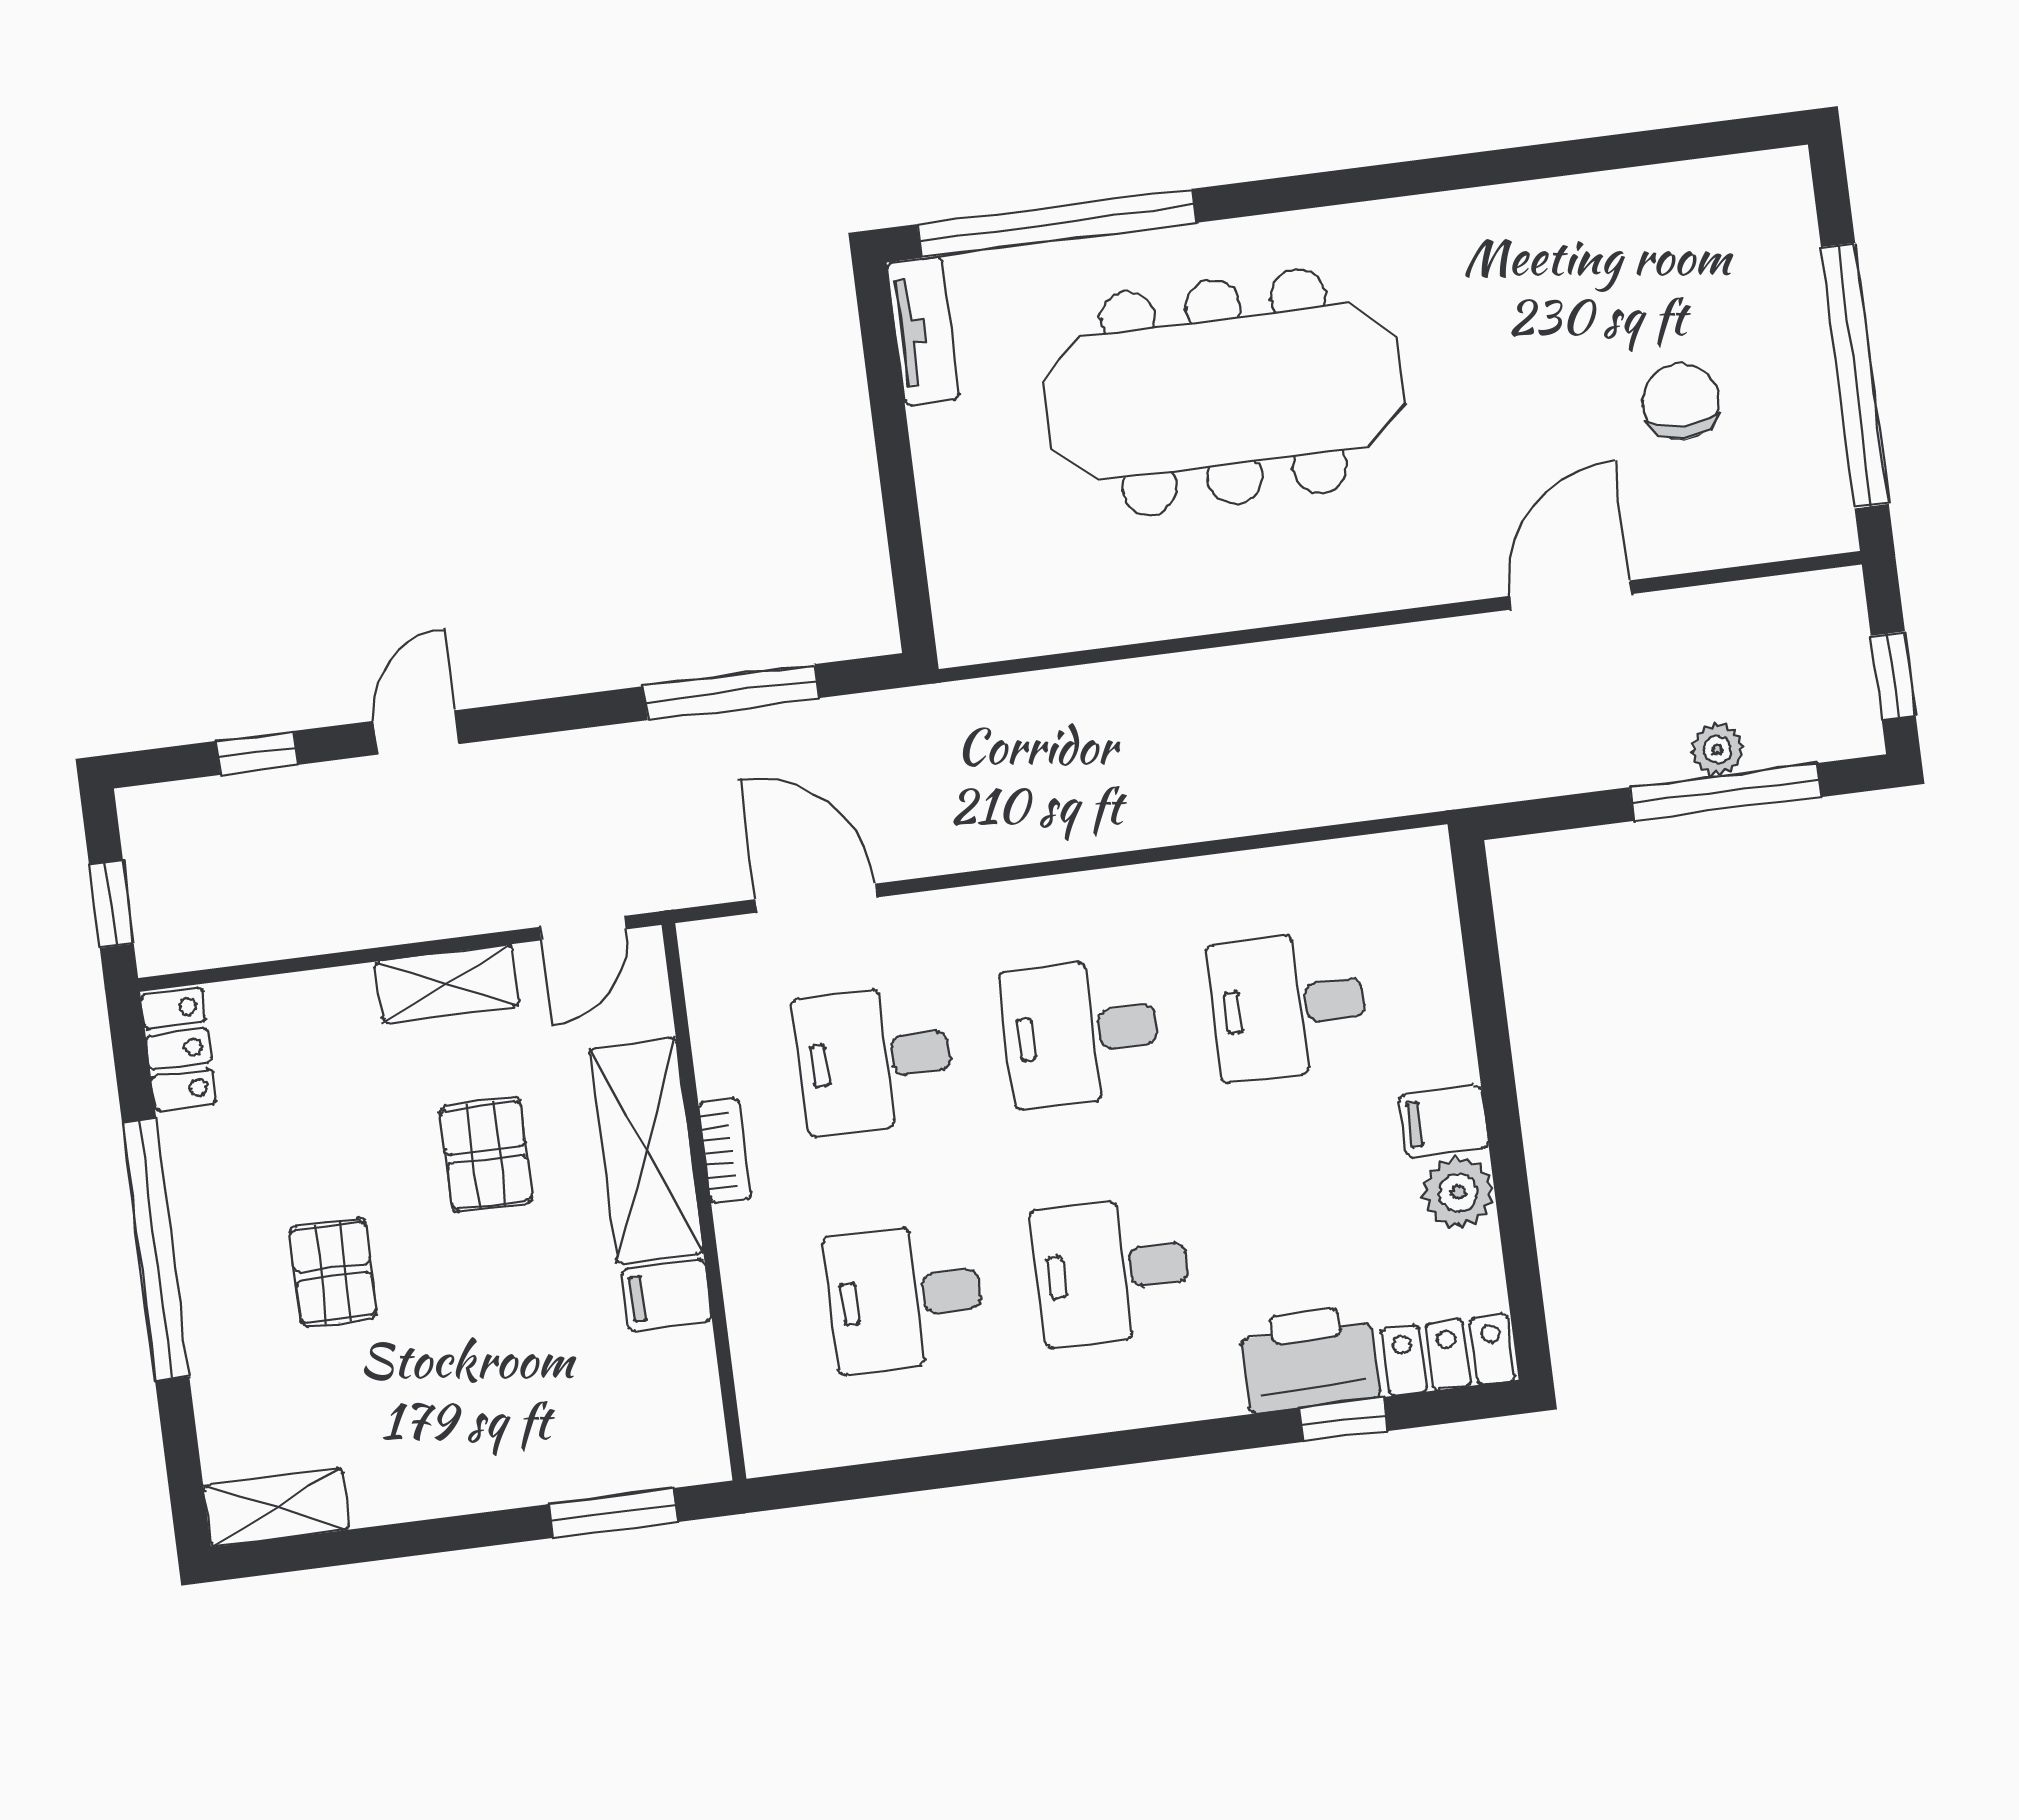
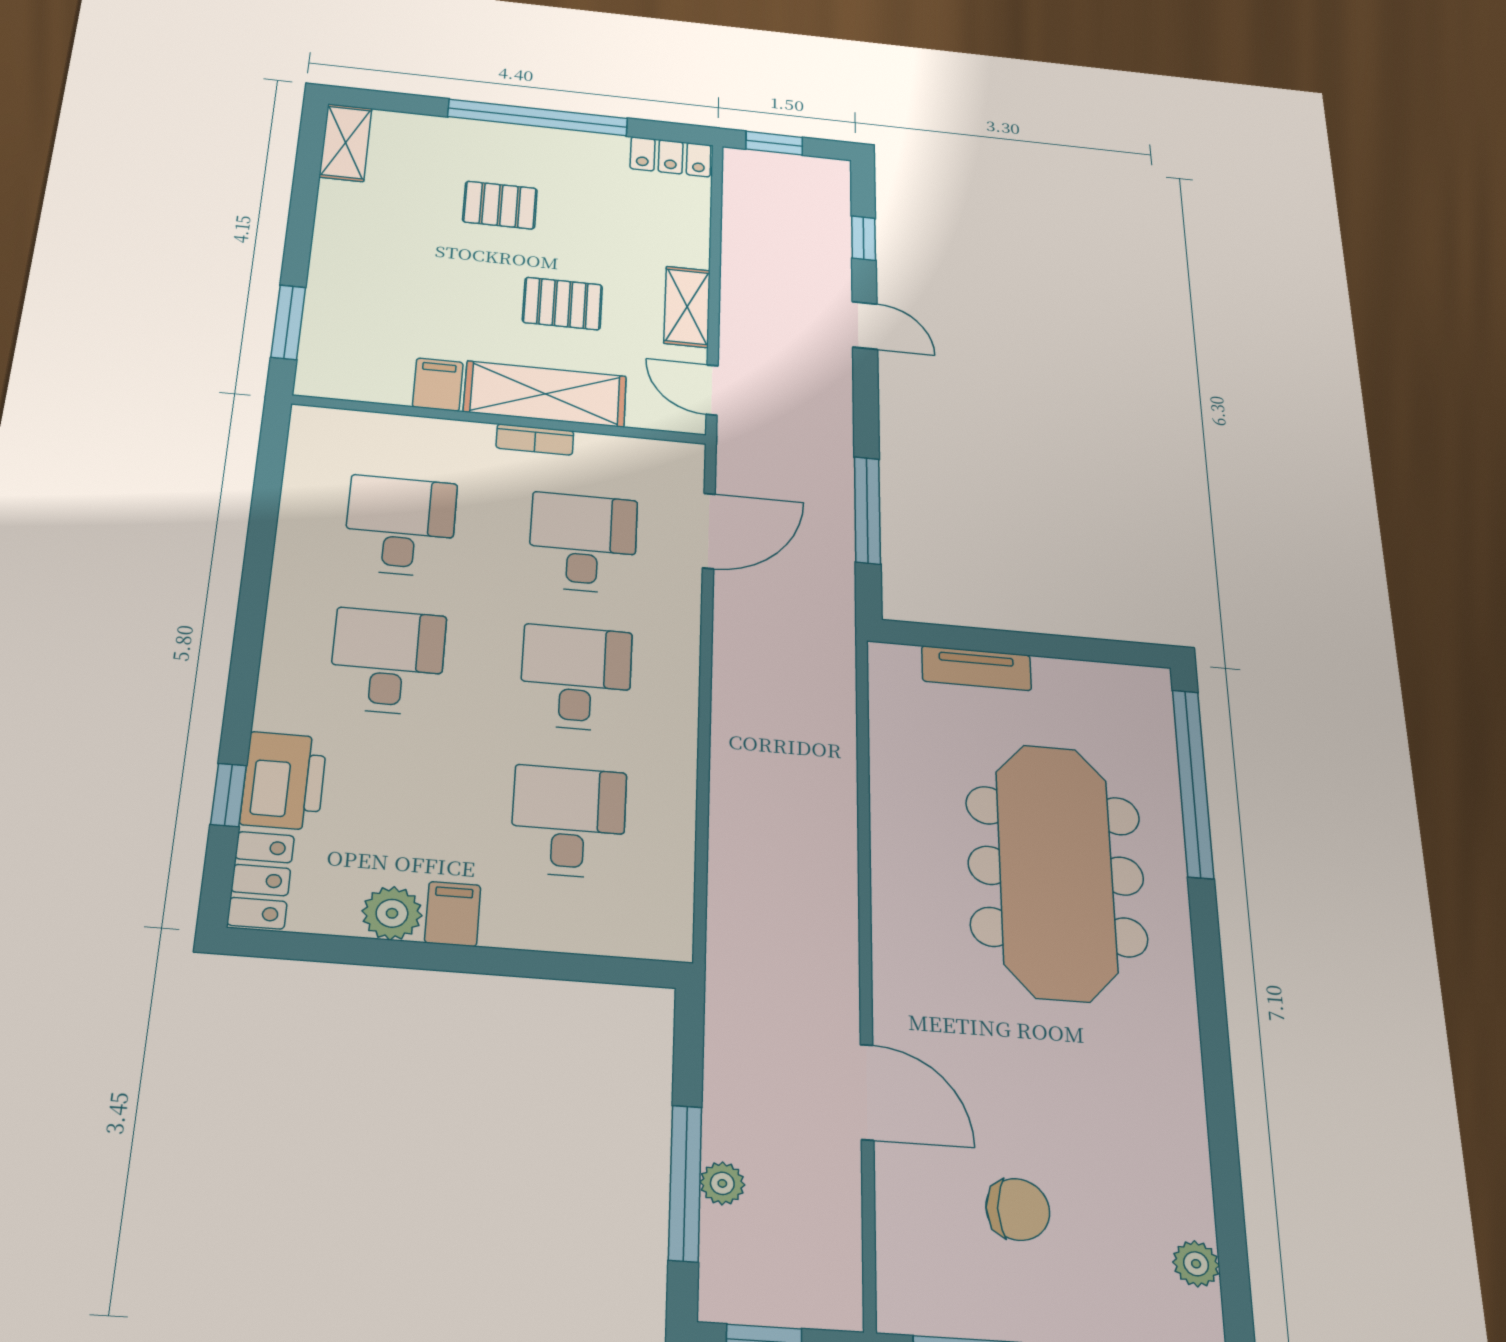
plant: (1705, 186) -> (1196, 1264), added
tv unit: (923, 331) -> (976, 668), moved

